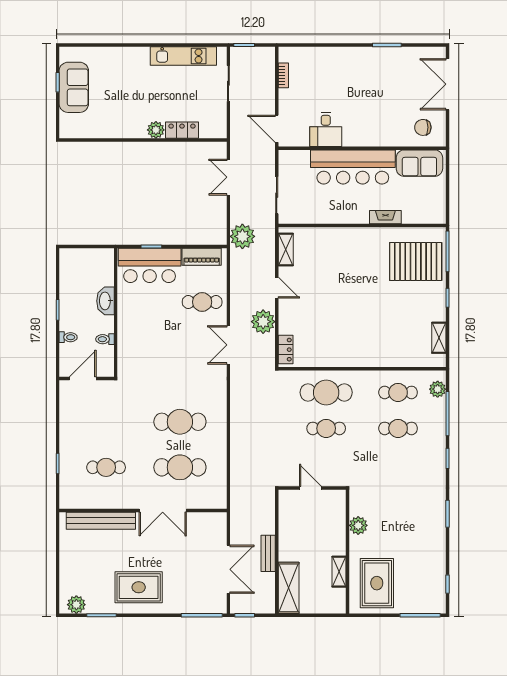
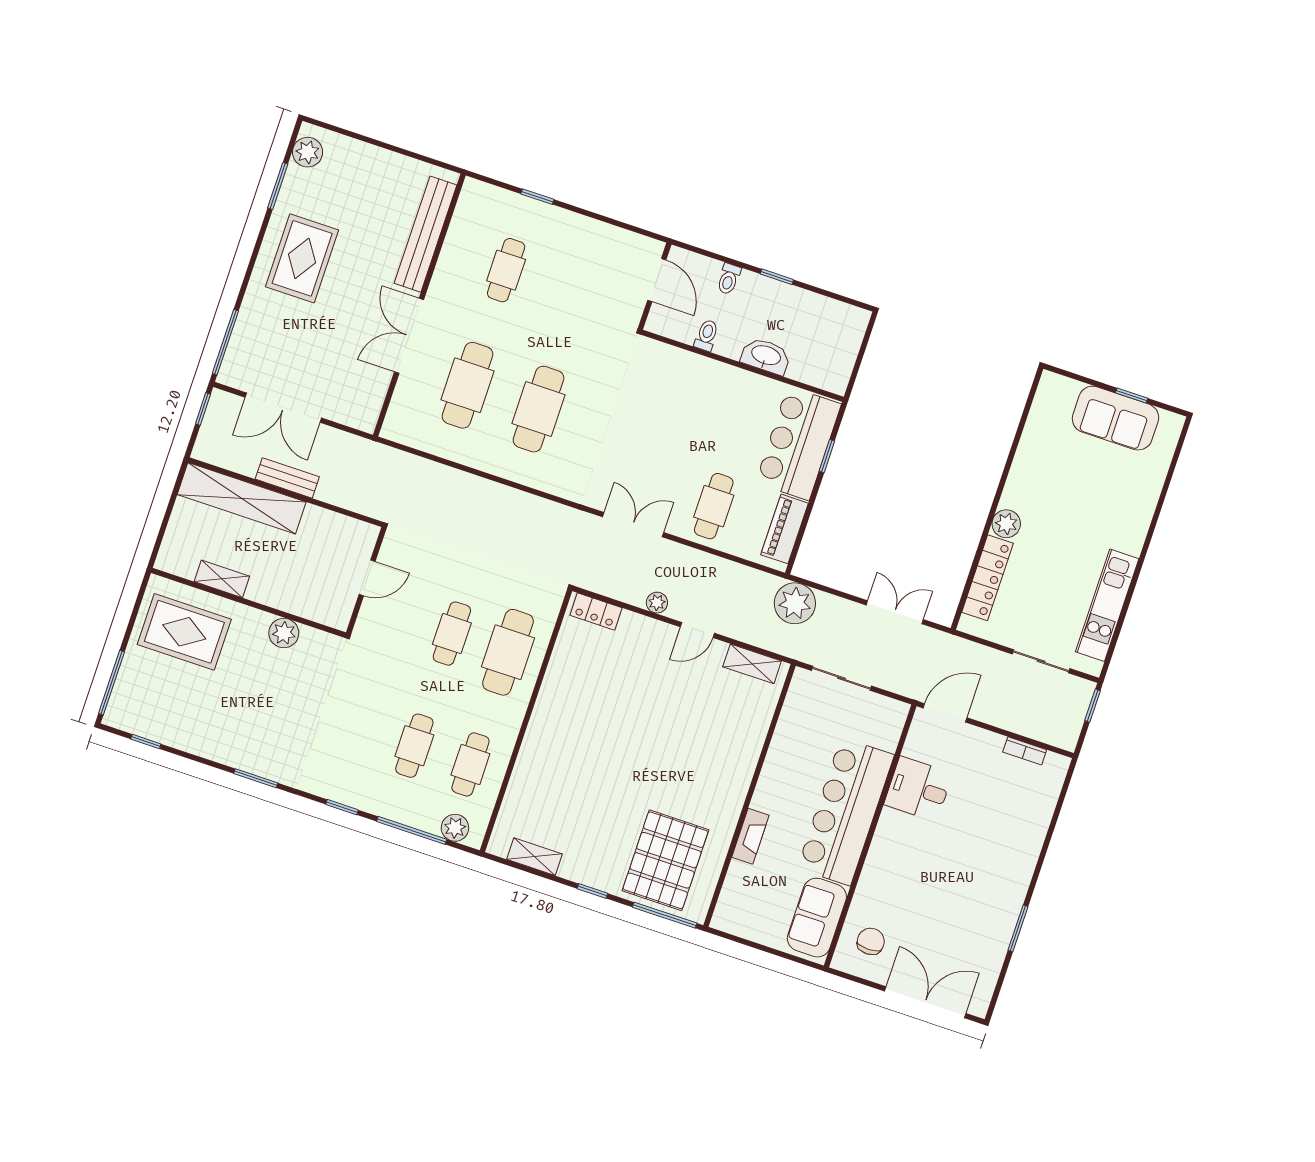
locker: (182, 130) -> (988, 578), width x1.53
plant: (263, 322) -> (657, 603), width x0.53, depth x0.53
shelving: (289, 588) -> (242, 498), width x1.47

